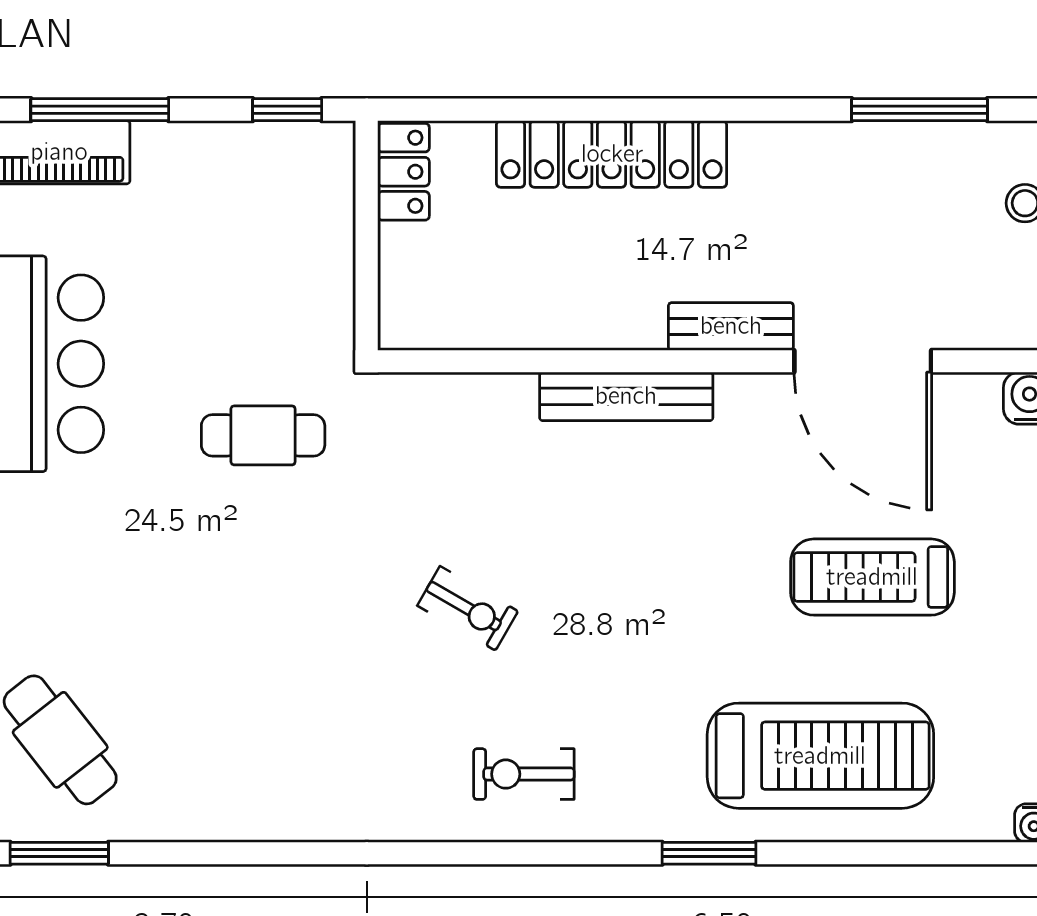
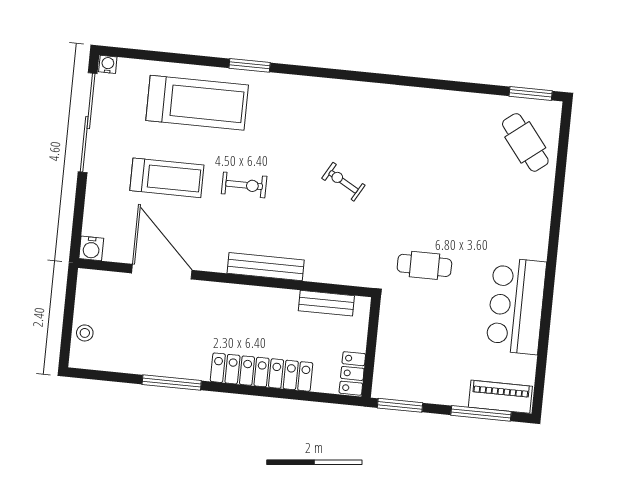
window: (287, 110) -> (400, 405), width x1.50
window: (919, 110) -> (172, 382), moved
bench: (731, 326) -> (326, 303), moved
treadmill: (820, 756) -> (197, 103), turned 180
exercise bike: (524, 774) -> (244, 185), moved

